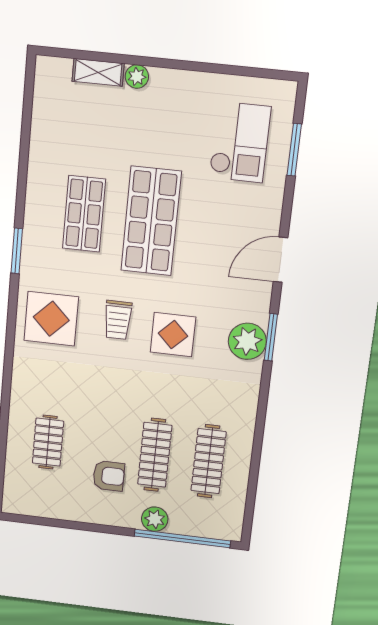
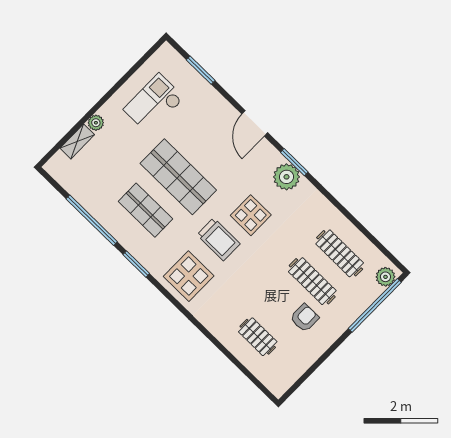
checkout: (240, 142) -> (154, 104), moved, turned -90
window: (23, 162) -> (92, 220), added
trolley: (118, 320) -> (218, 239), width x1.36, depth x1.39
plant: (155, 519) -> (385, 277), moved

